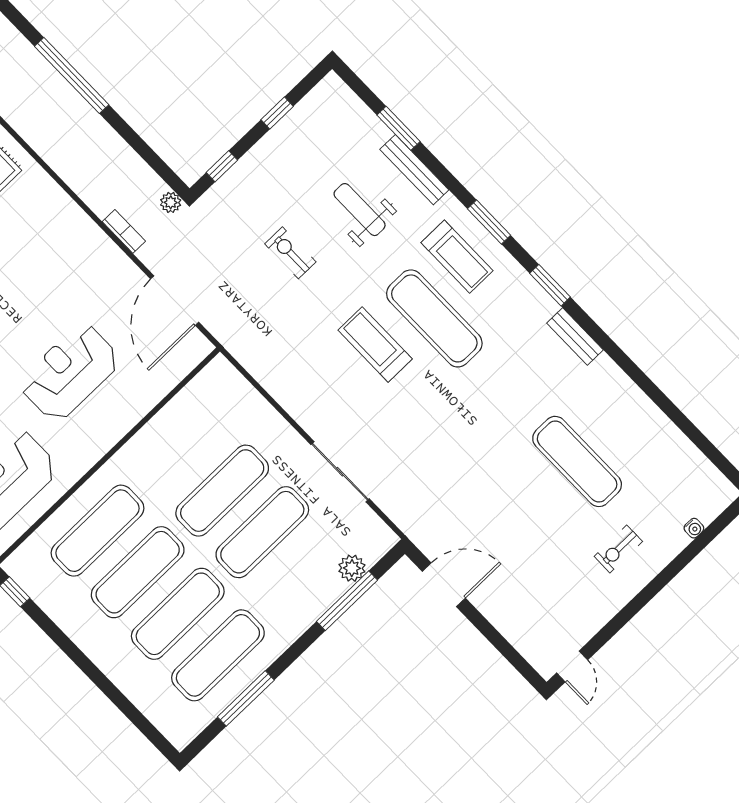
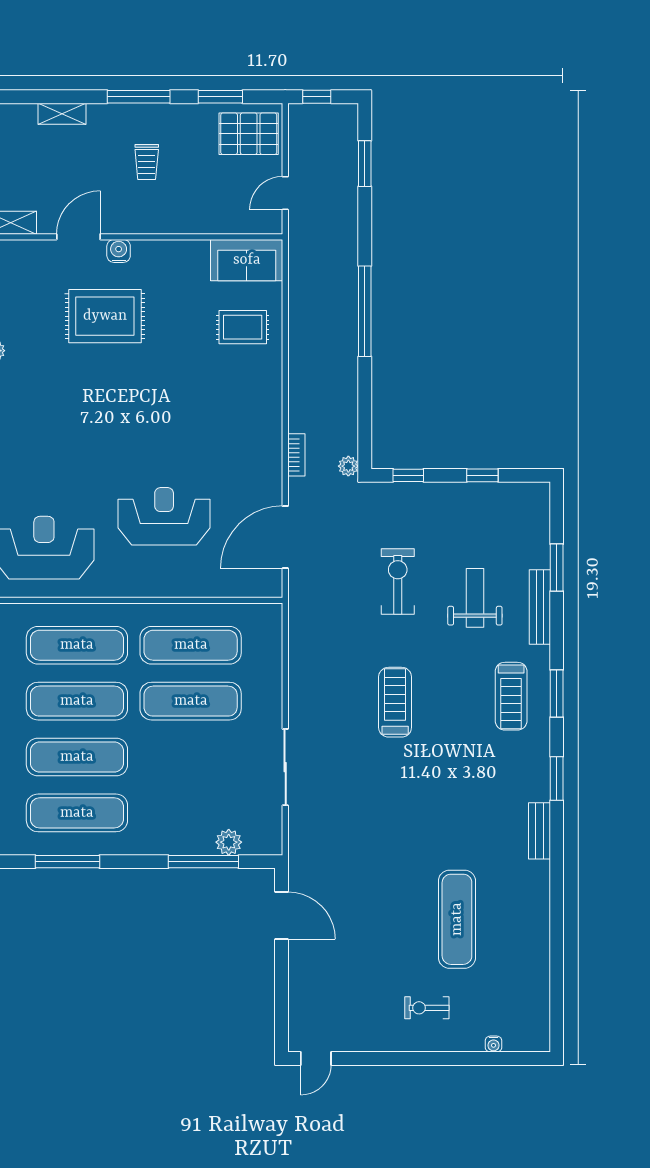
exercise bike: (290, 253) -> (398, 582), width x1.38, depth x1.39
exercise mat: (434, 318) -> (454, 724), removed
exercise mat: (262, 532) -> (191, 645), moved

